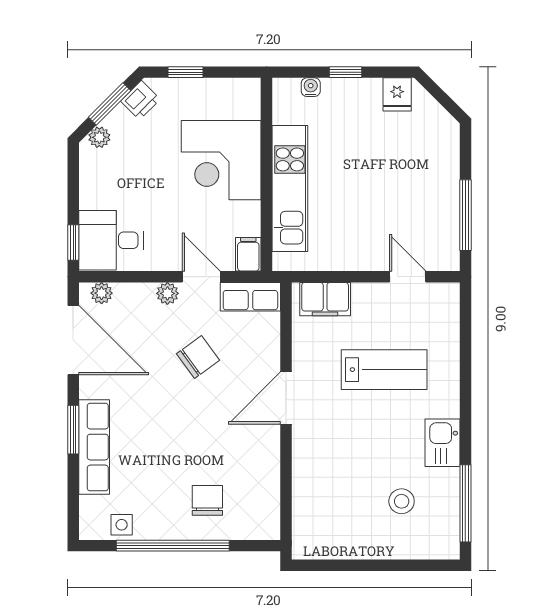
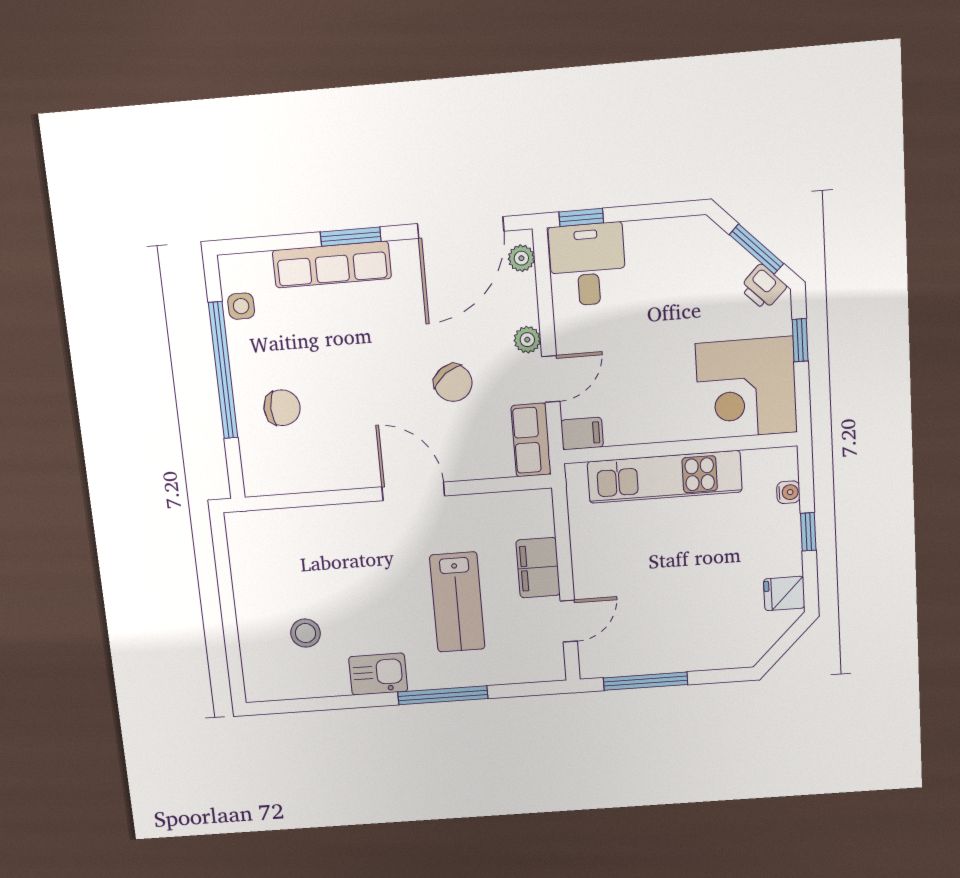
plant: (99, 137) -> (714, 240), removed
corner desk: (221, 160) -> (746, 388), moved, turned -90
filing cabinet: (325, 299) -> (538, 568), moved
window: (465, 503) -> (443, 695), moved

